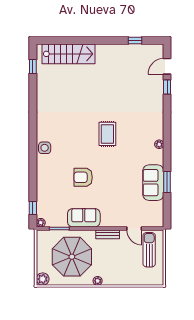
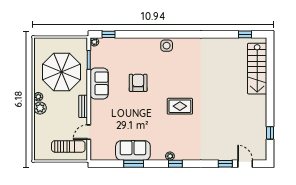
window: (167, 139) -> (175, 164), added
plant: (43, 279) -> (40, 108), moved

